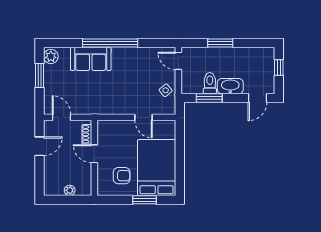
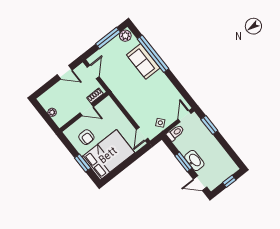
window: (110, 43) -> (153, 54), moved
window: (220, 43) -> (209, 125), moved
window: (39, 76) -> (108, 38), width x1.44
toilet: (210, 83) -> (175, 133), moved
window: (209, 98) -> (183, 162), moved
door: (143, 117) -> (142, 134), moved
door: (94, 154) -> (87, 110), swing flipped

